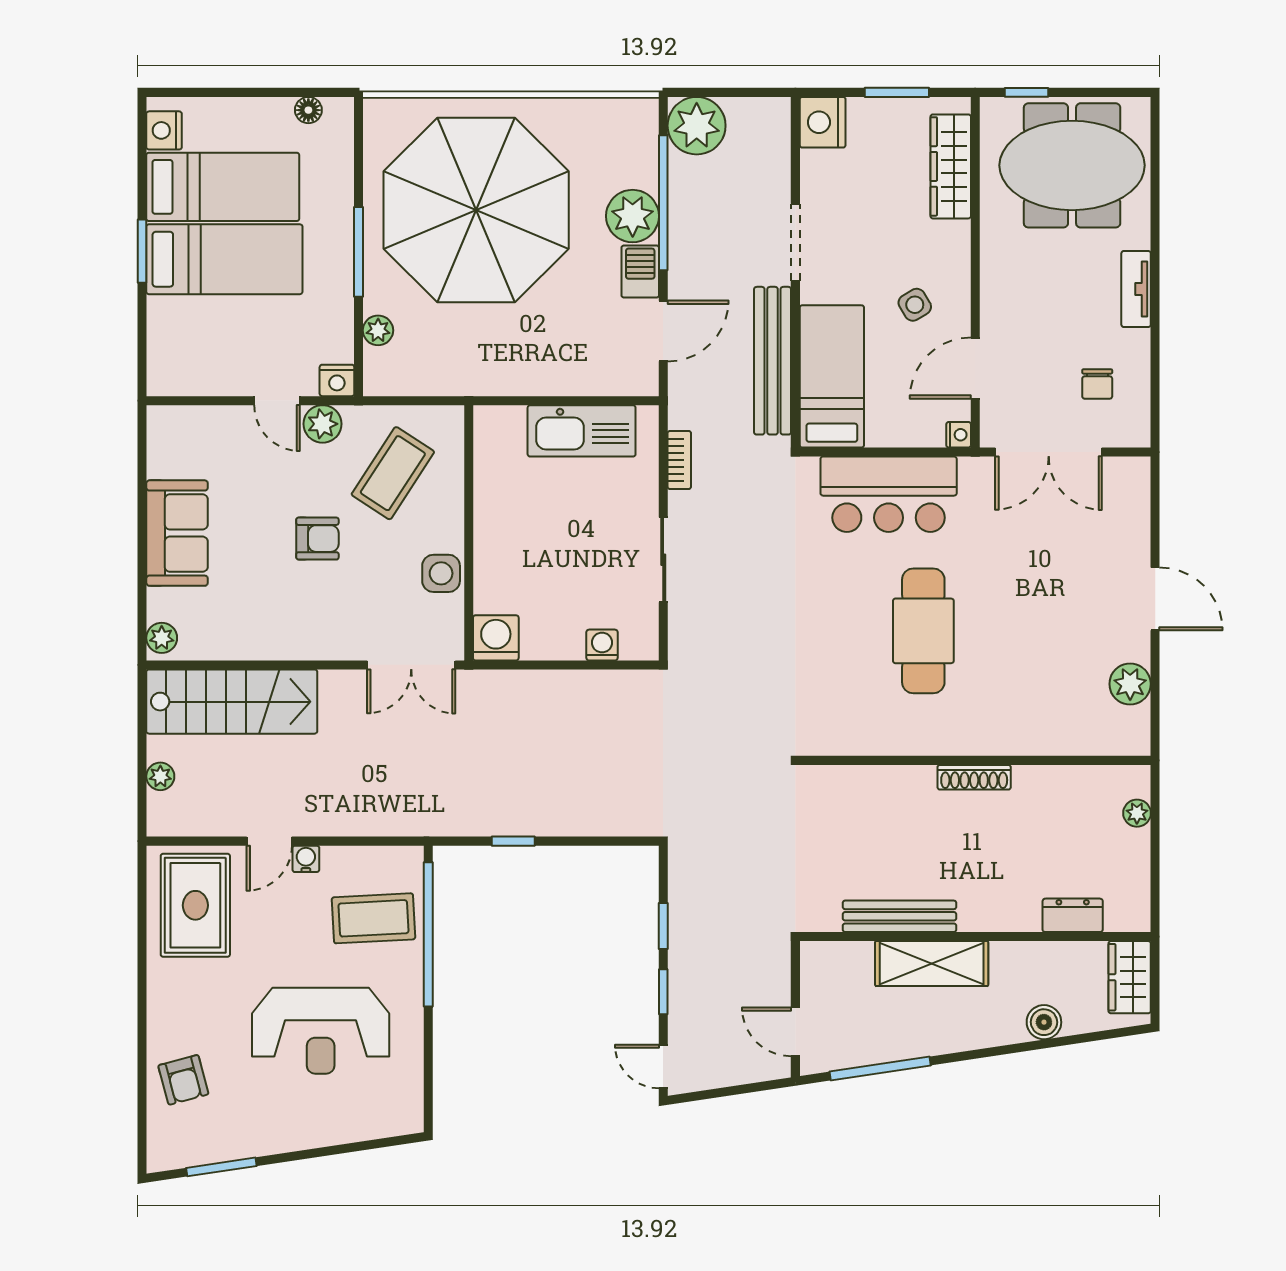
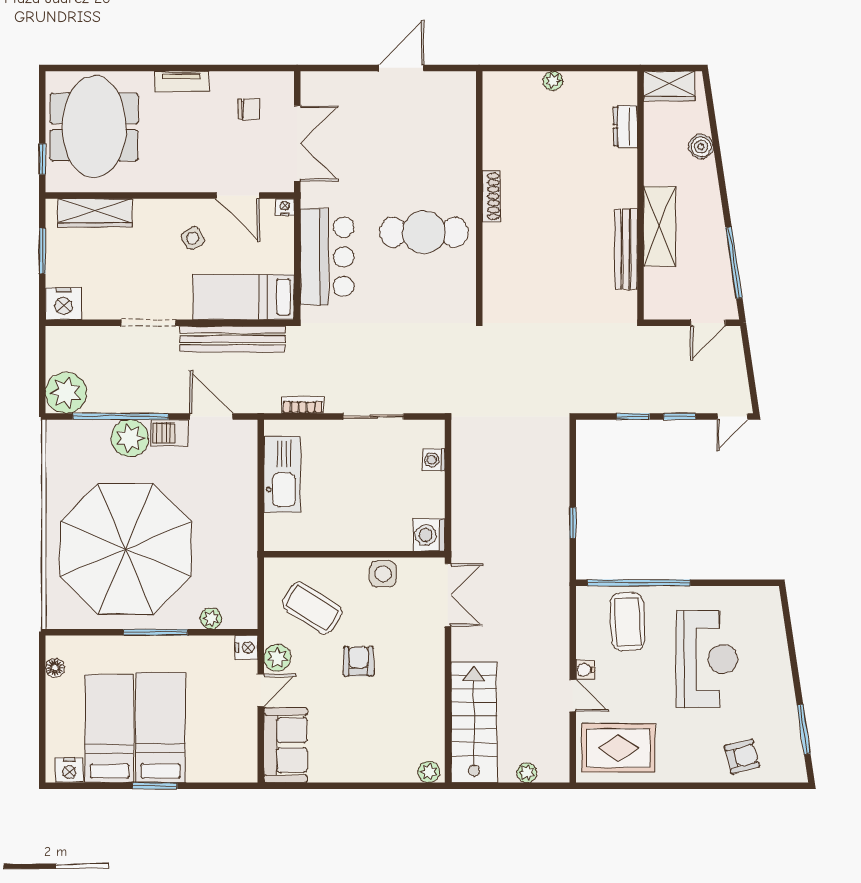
sofa: (177, 533) -> (286, 745), moved, turned 90
plant: (1130, 684) -> (461, 86), removed
wall: (975, 760) -> (479, 195), moved
shoe rack: (974, 777) -> (491, 196), moved

